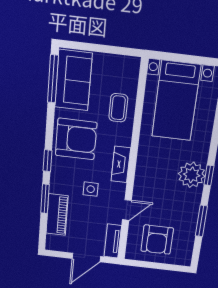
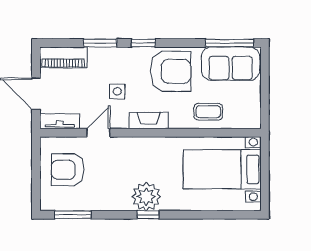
armchair: (76, 139) -> (170, 71), turned -90
door: (127, 210) -> (98, 133), swing flipped
piano: (57, 215) -> (63, 57), moved
window: (201, 221) -> (73, 215), moved

